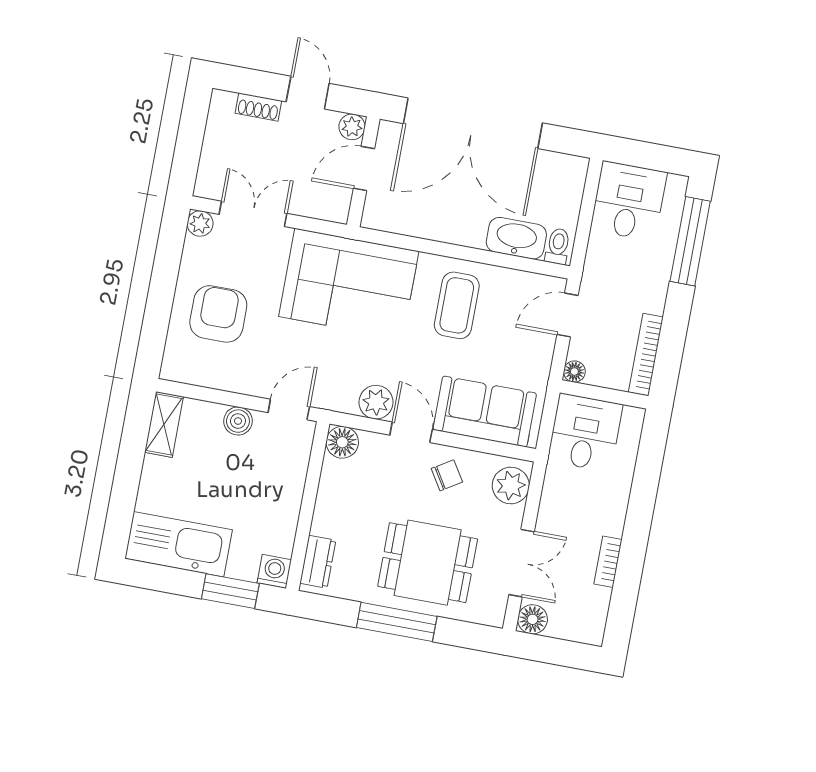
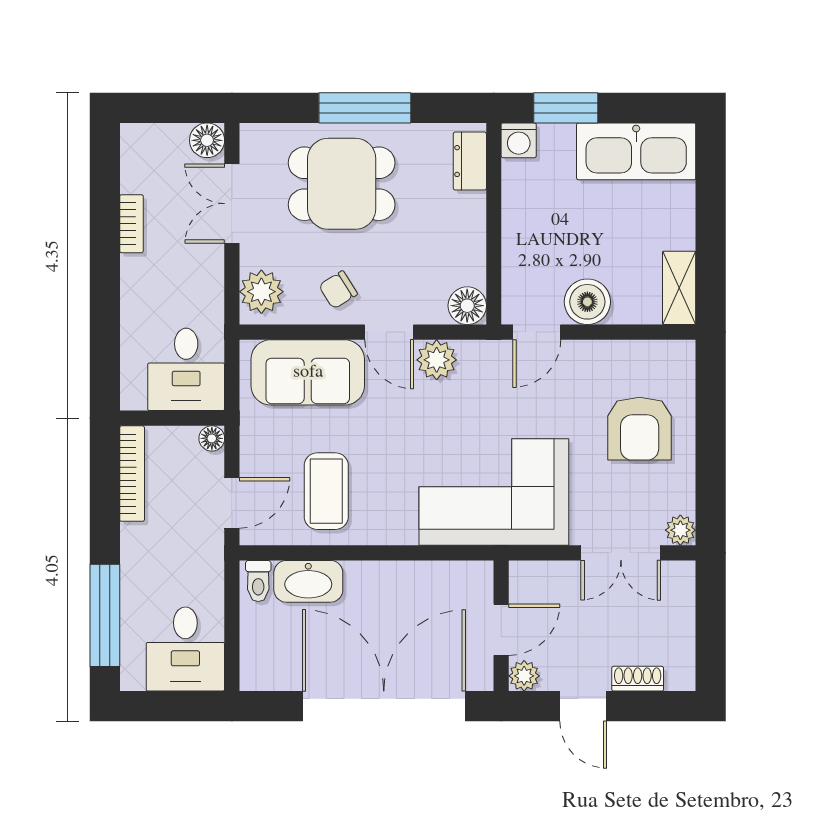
coffee table: (457, 305) -> (326, 491), moved
boiler: (238, 421) -> (587, 302), width x1.36, depth x1.36

